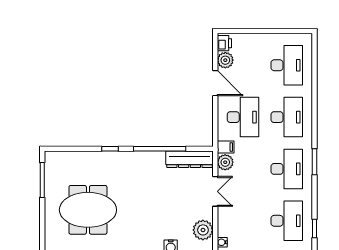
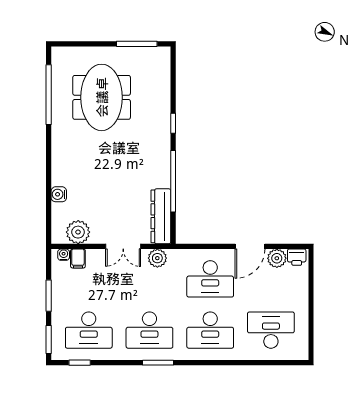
desk: (287, 65) -> (271, 330), turned 180
filing cabinet: (226, 147) -> (78, 258), moved

